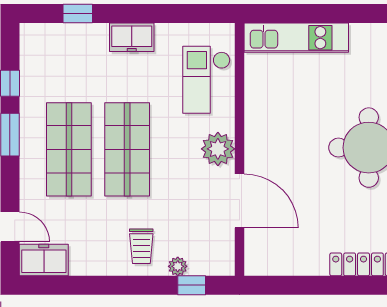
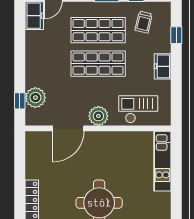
trolley: (141, 246) -> (144, 22), moved, turned -77
plant: (178, 266) -> (35, 98), width x1.88, depth x1.88

